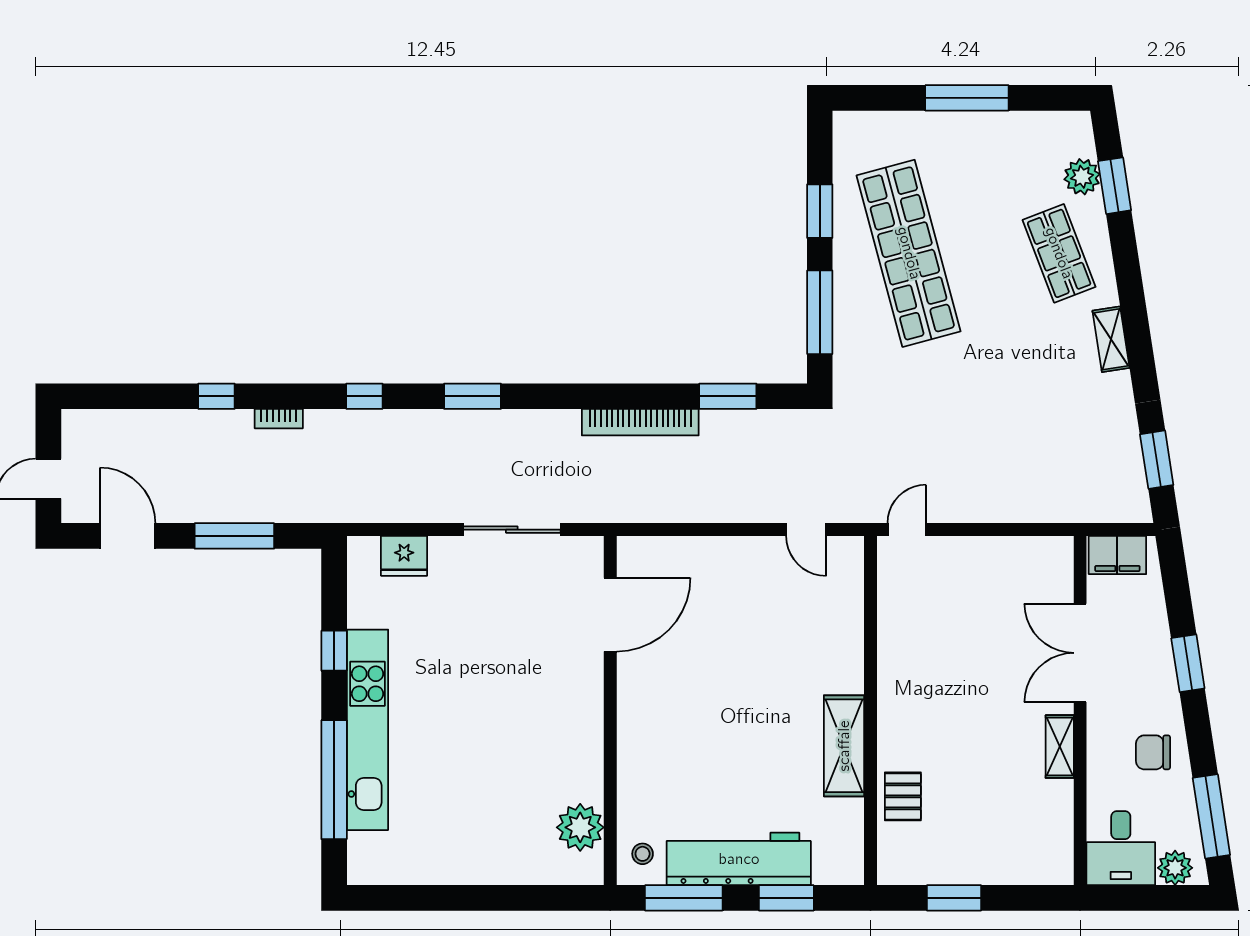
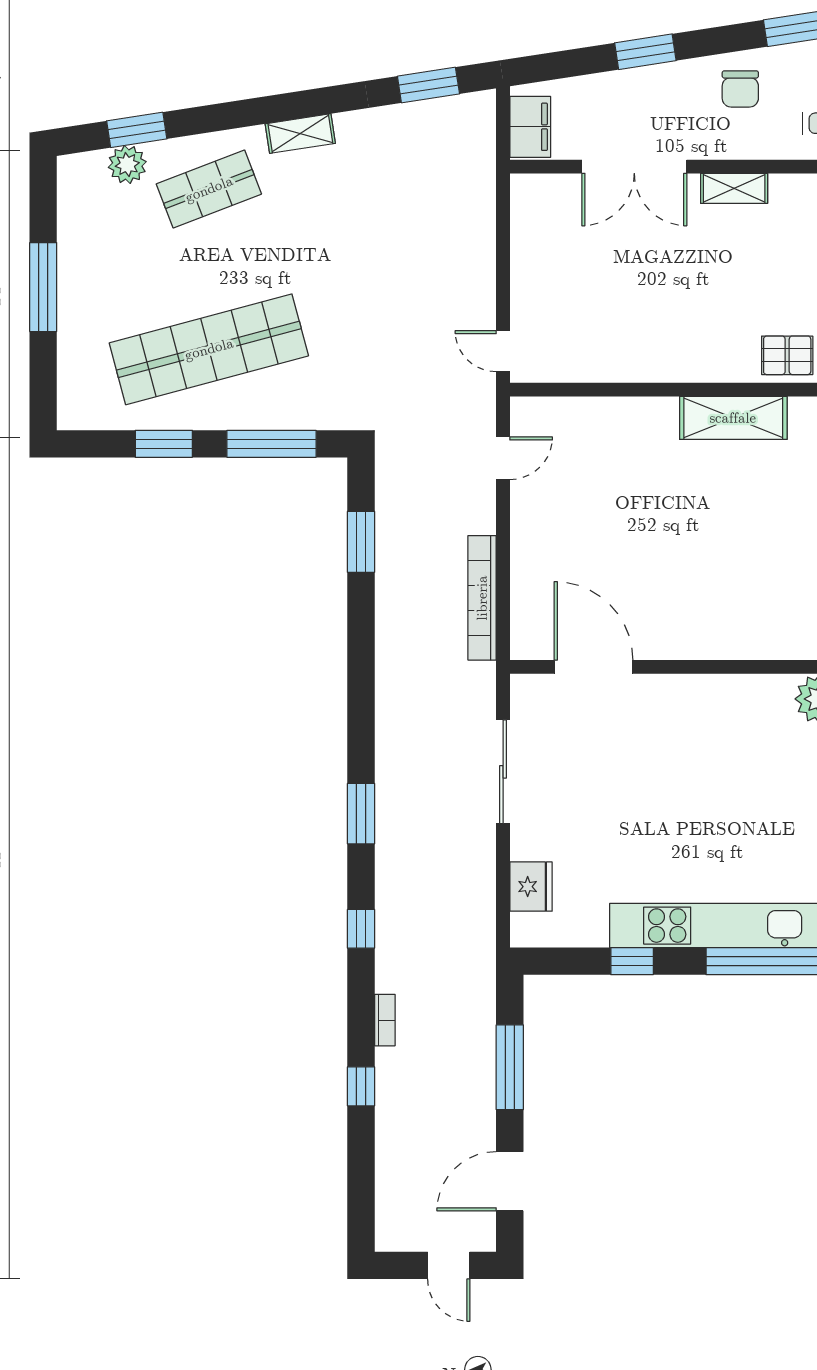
bookcase: (640, 422) -> (482, 598), moved, turned 180

